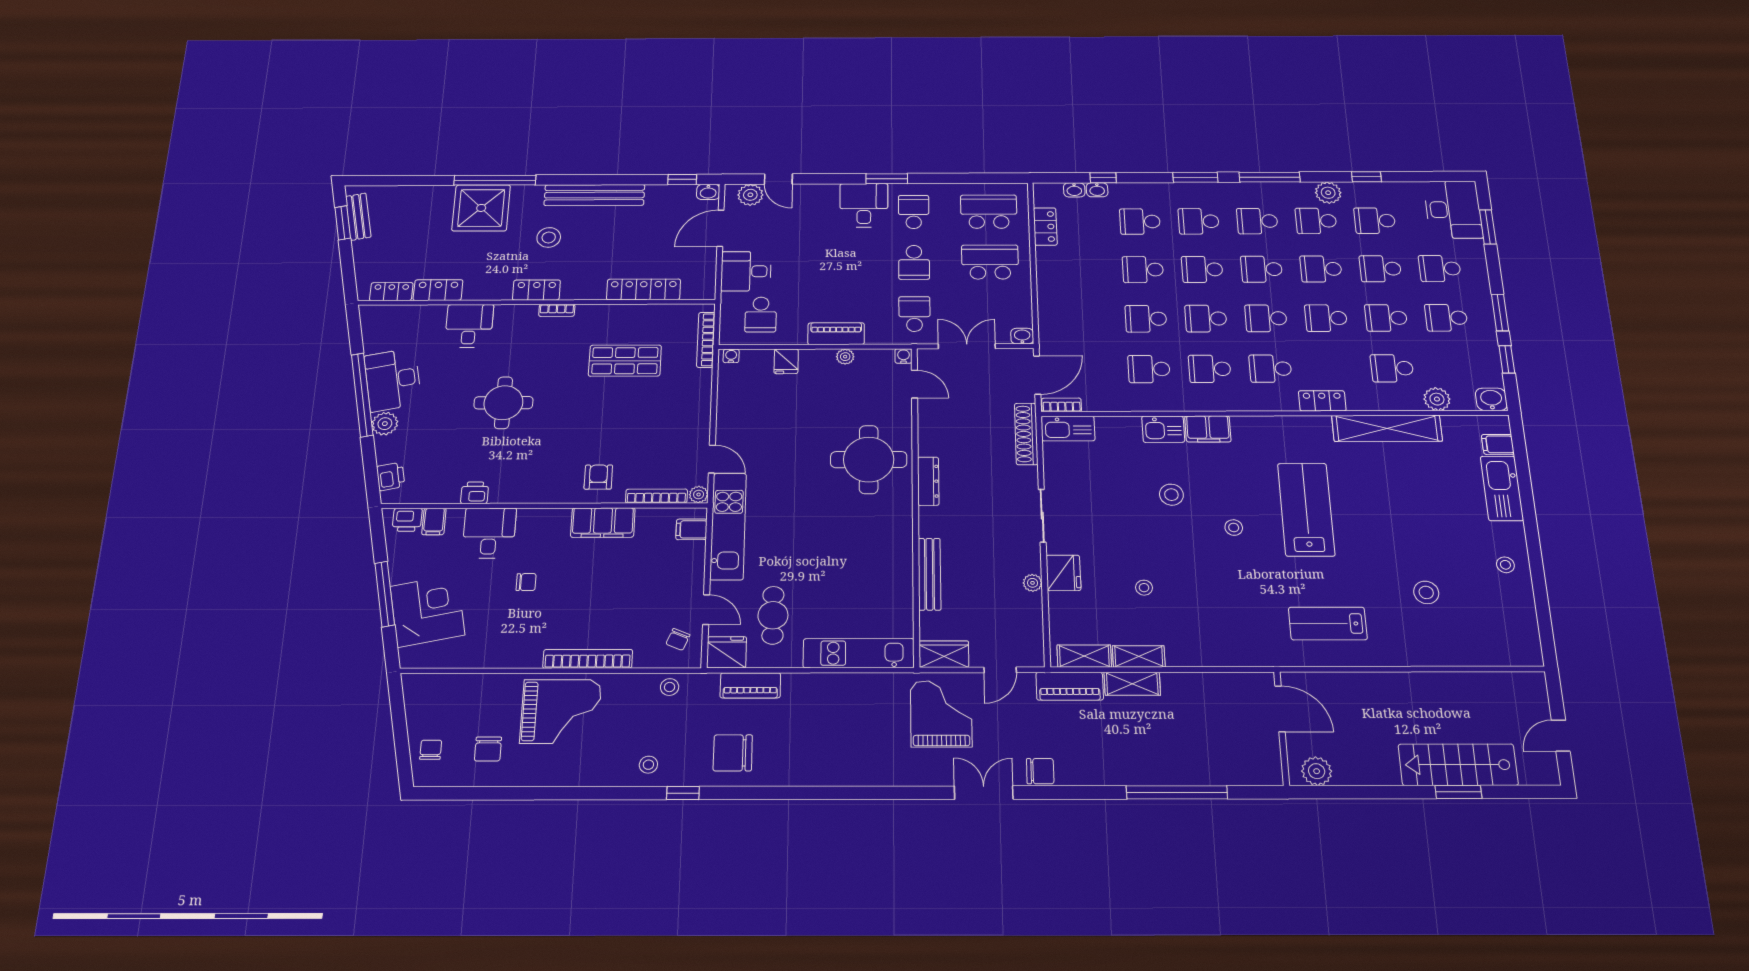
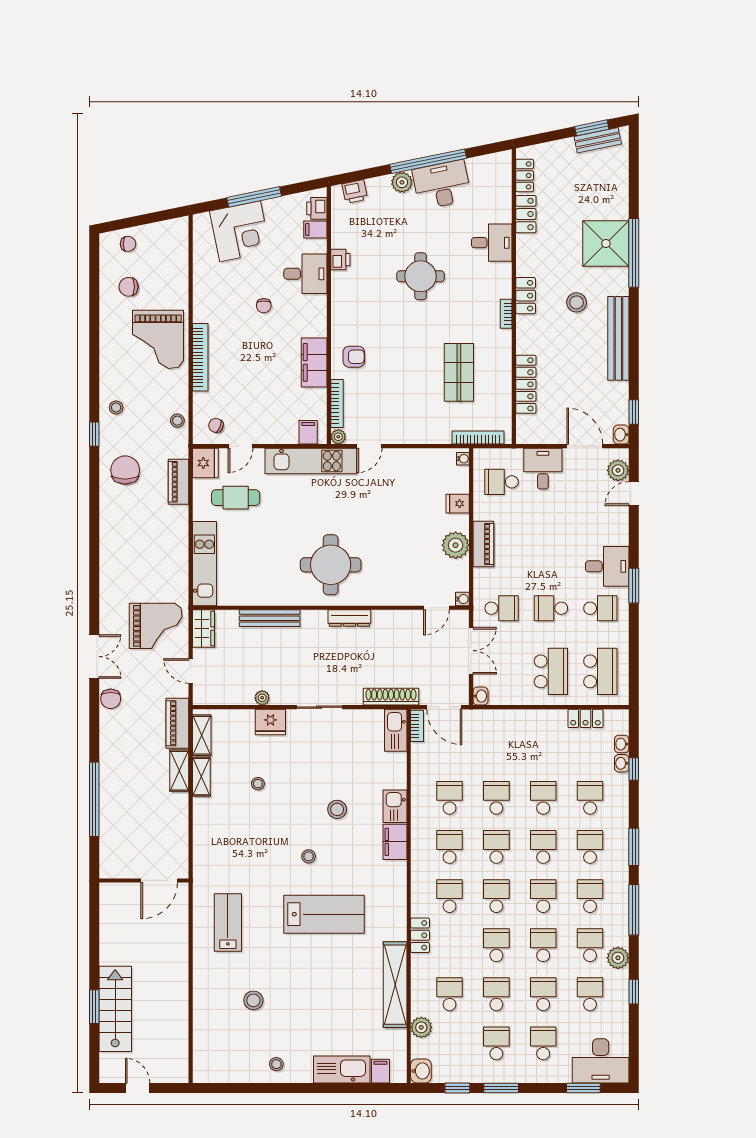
plant: (845, 357) -> (456, 545), width x1.88, depth x1.88
round table: (869, 460) -> (331, 565), moved
plant: (1317, 771) -> (110, 904), removed

